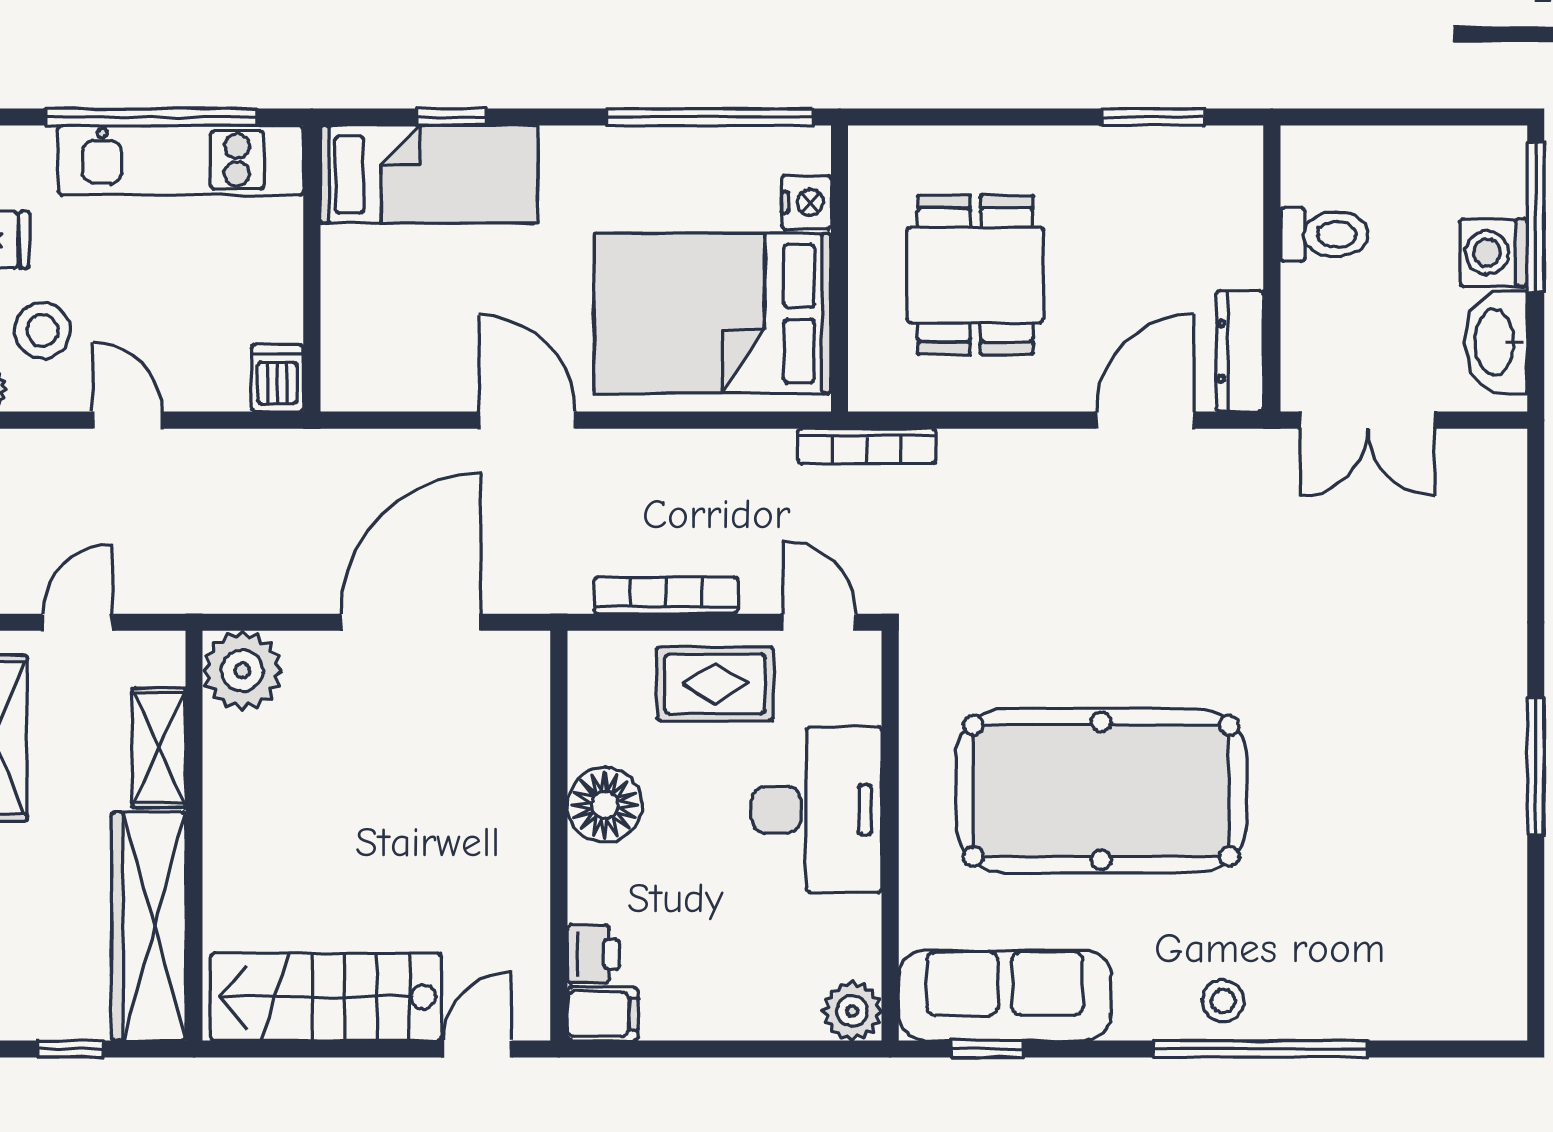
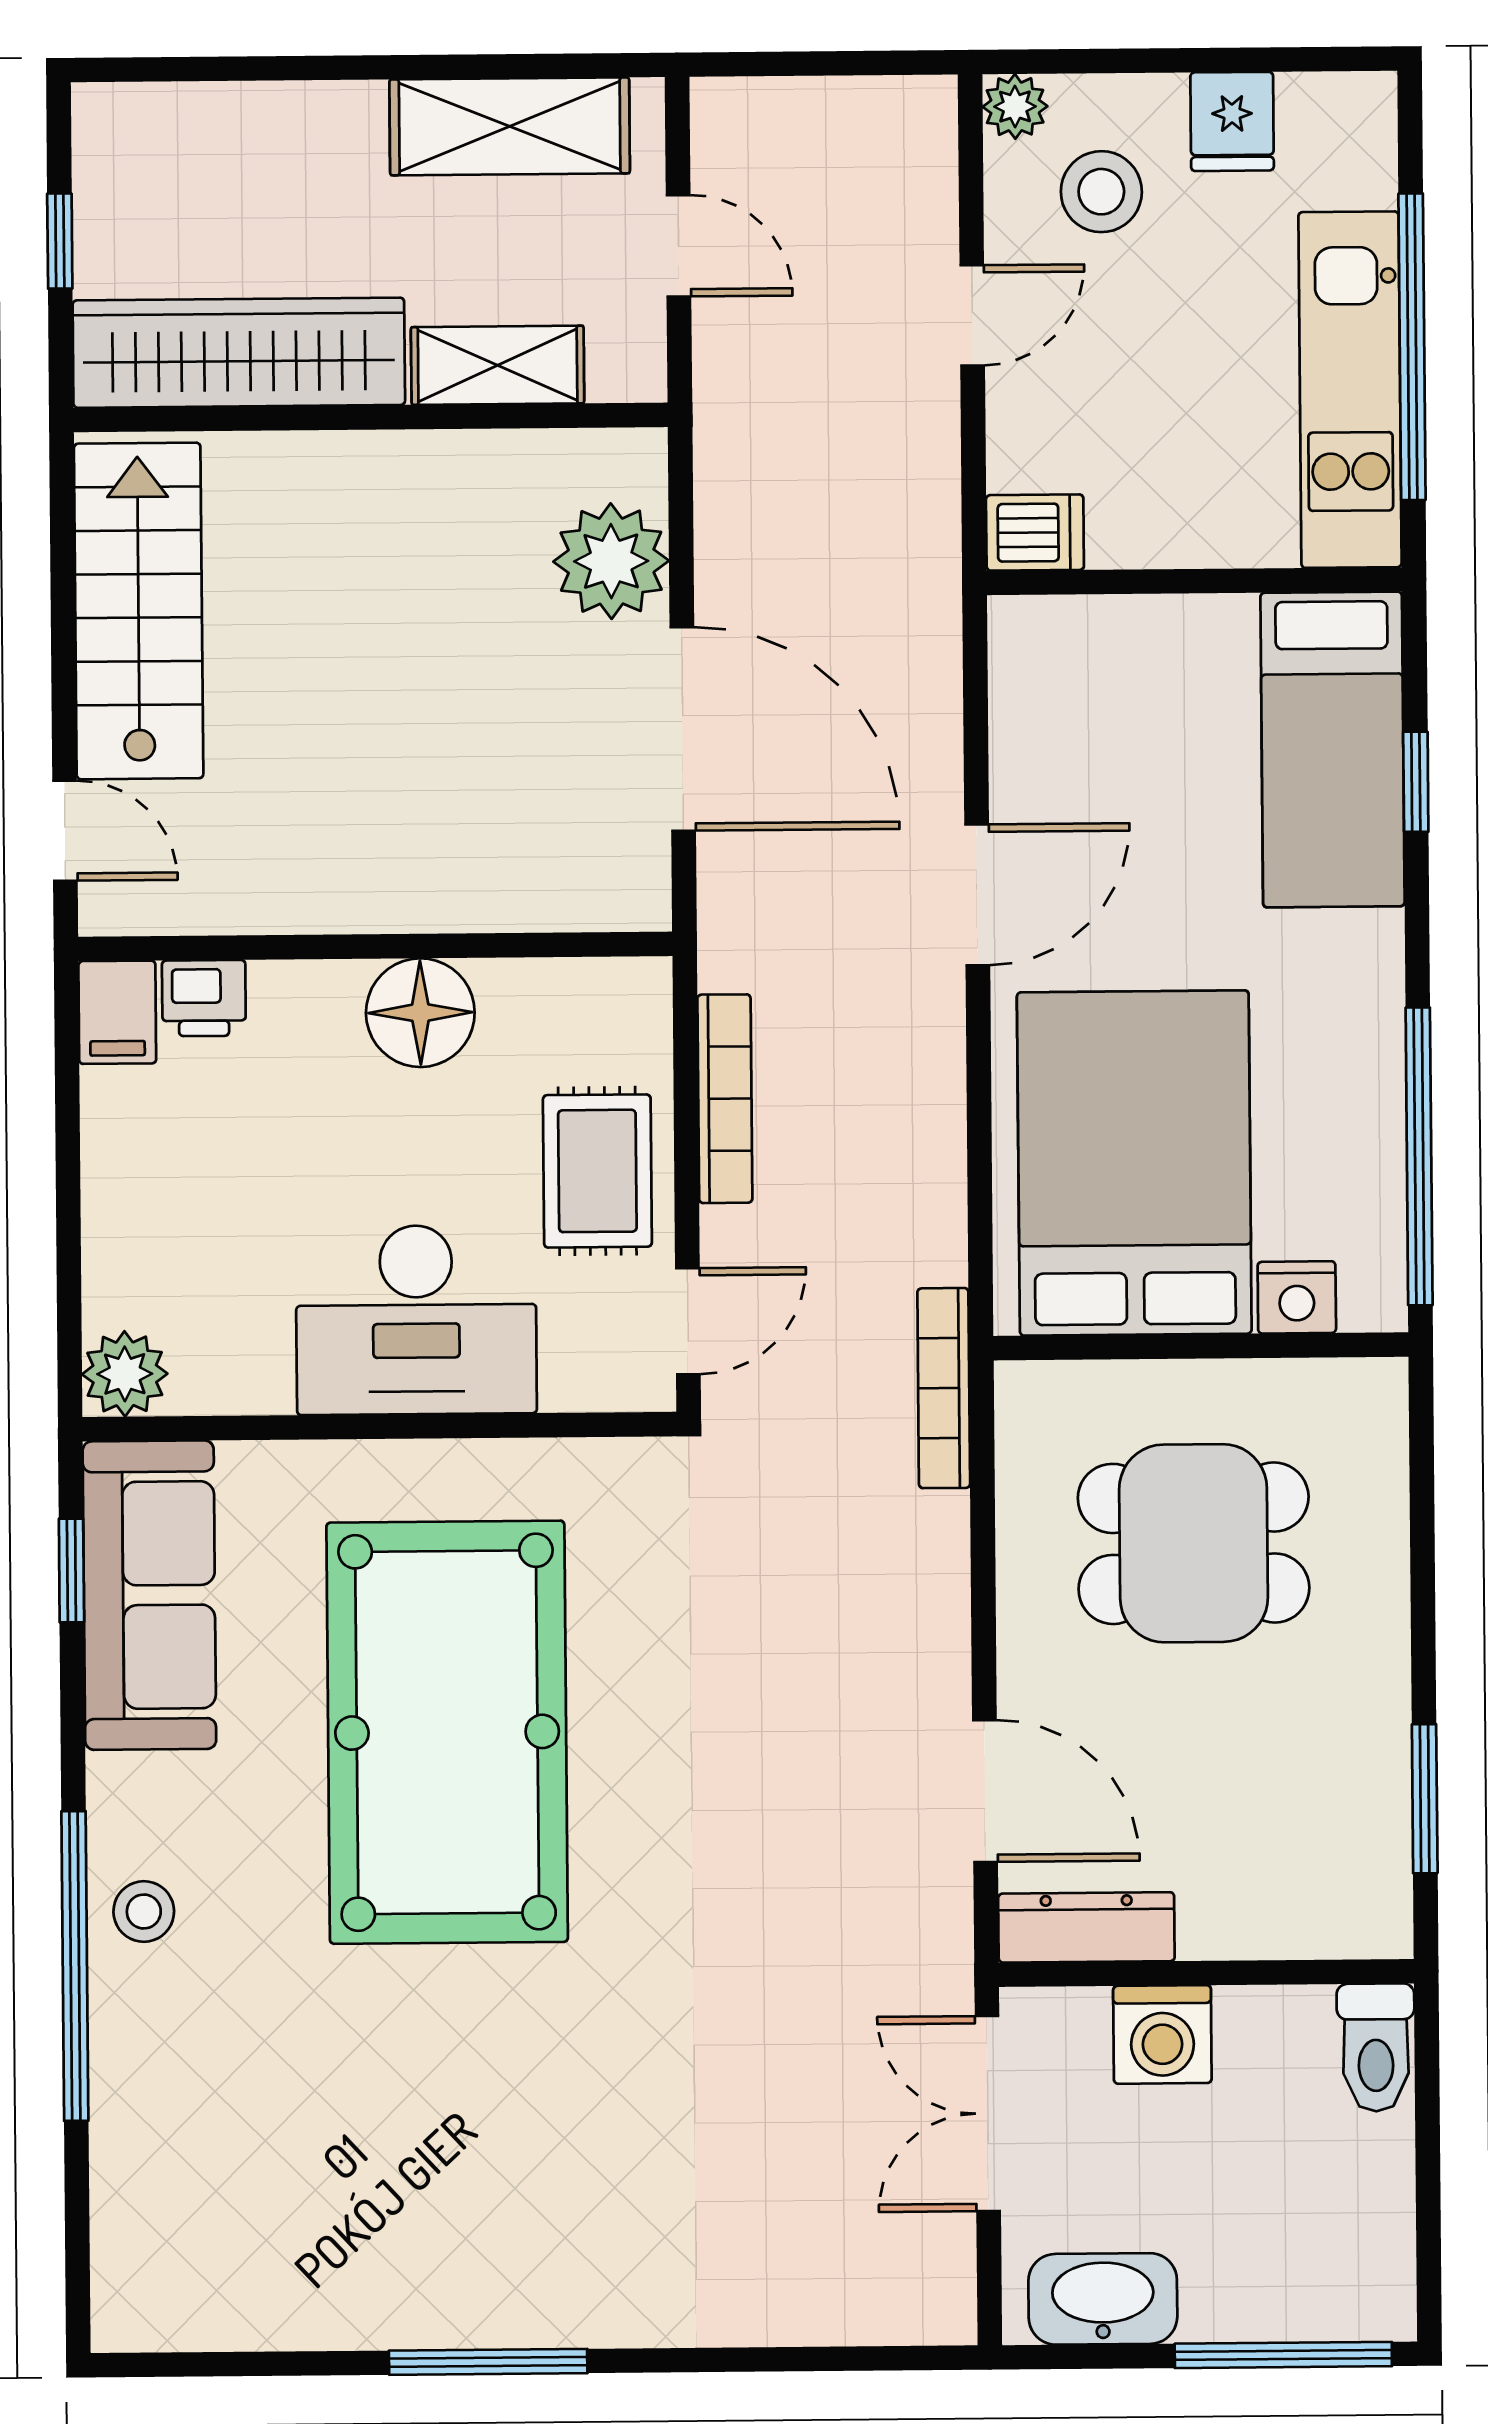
toilet: (1324, 234) -> (1376, 2048), moved
washing machine: (1494, 253) -> (1162, 2034), moved, turned 180
plant: (242, 671) -> (611, 561), moved

